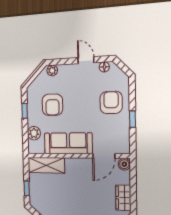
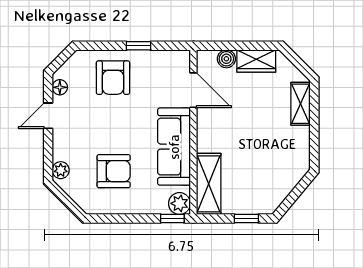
armchair: (111, 102) -> (113, 78), turned -90
window: (25, 111) -> (172, 218), moved
plant: (34, 133) -> (179, 203), moved
boiler: (124, 164) -> (226, 59), moved

